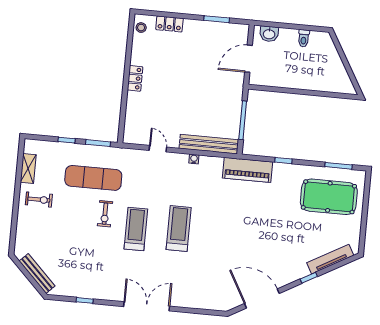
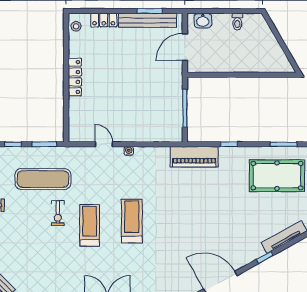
locker: (135, 78) -> (75, 77), width x1.53
bench: (209, 144) -> (148, 20), moved
water cooler: (194, 159) -> (129, 151), moved

